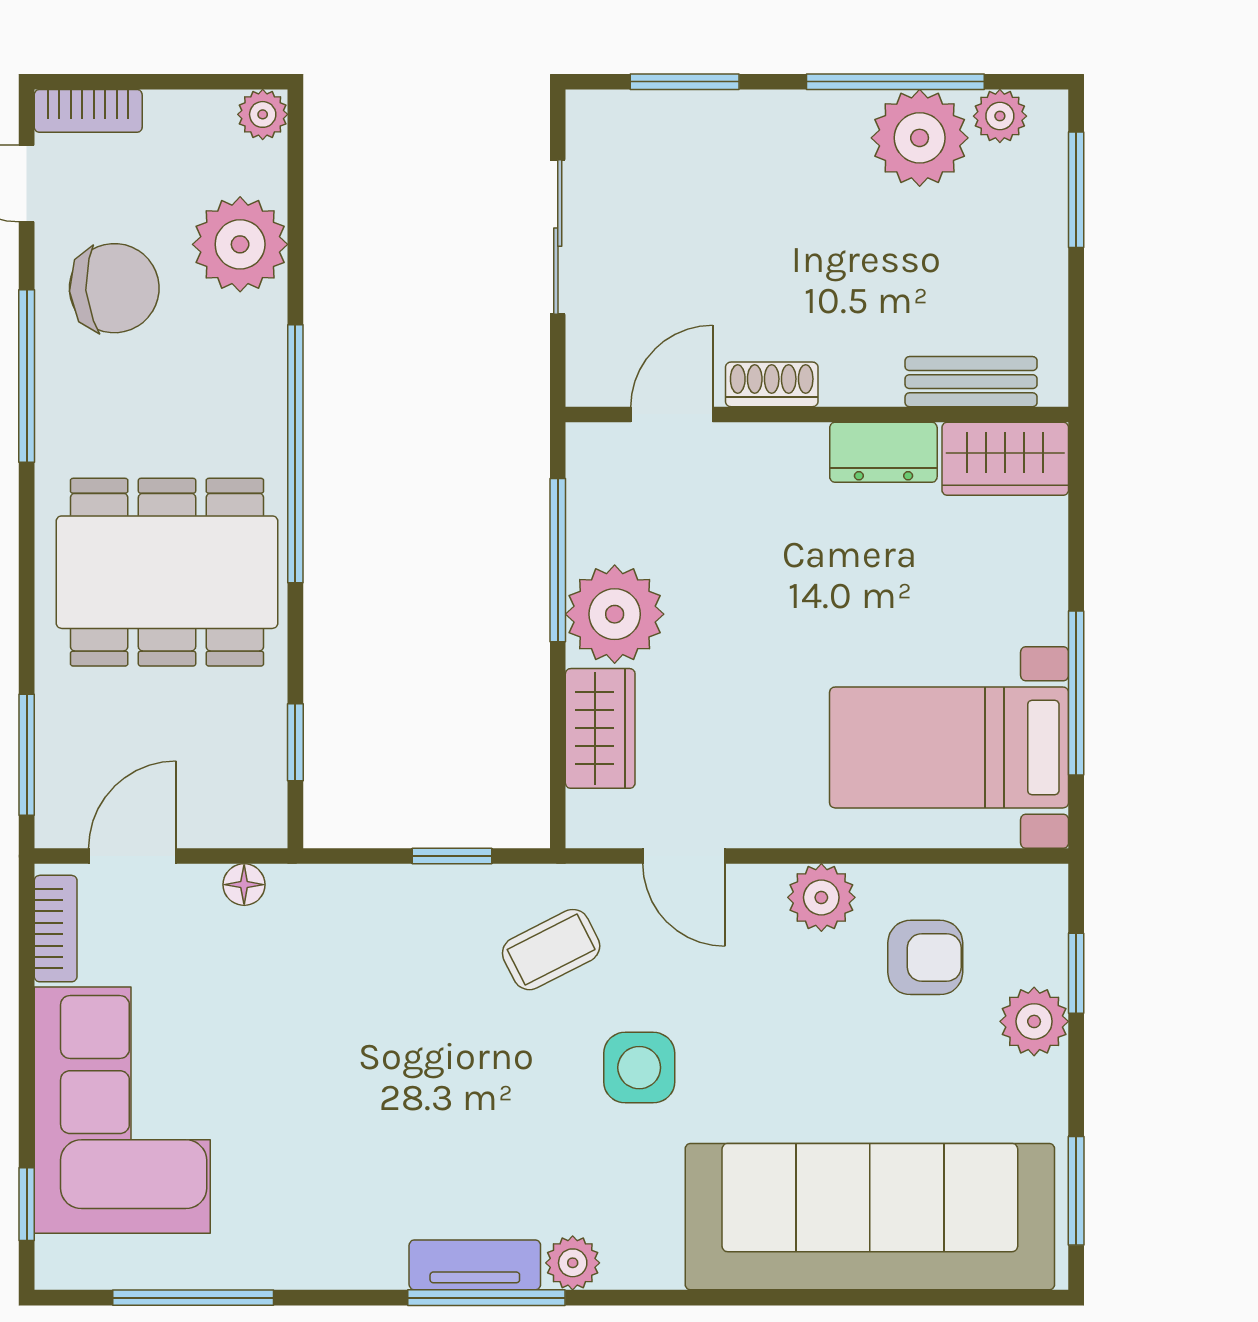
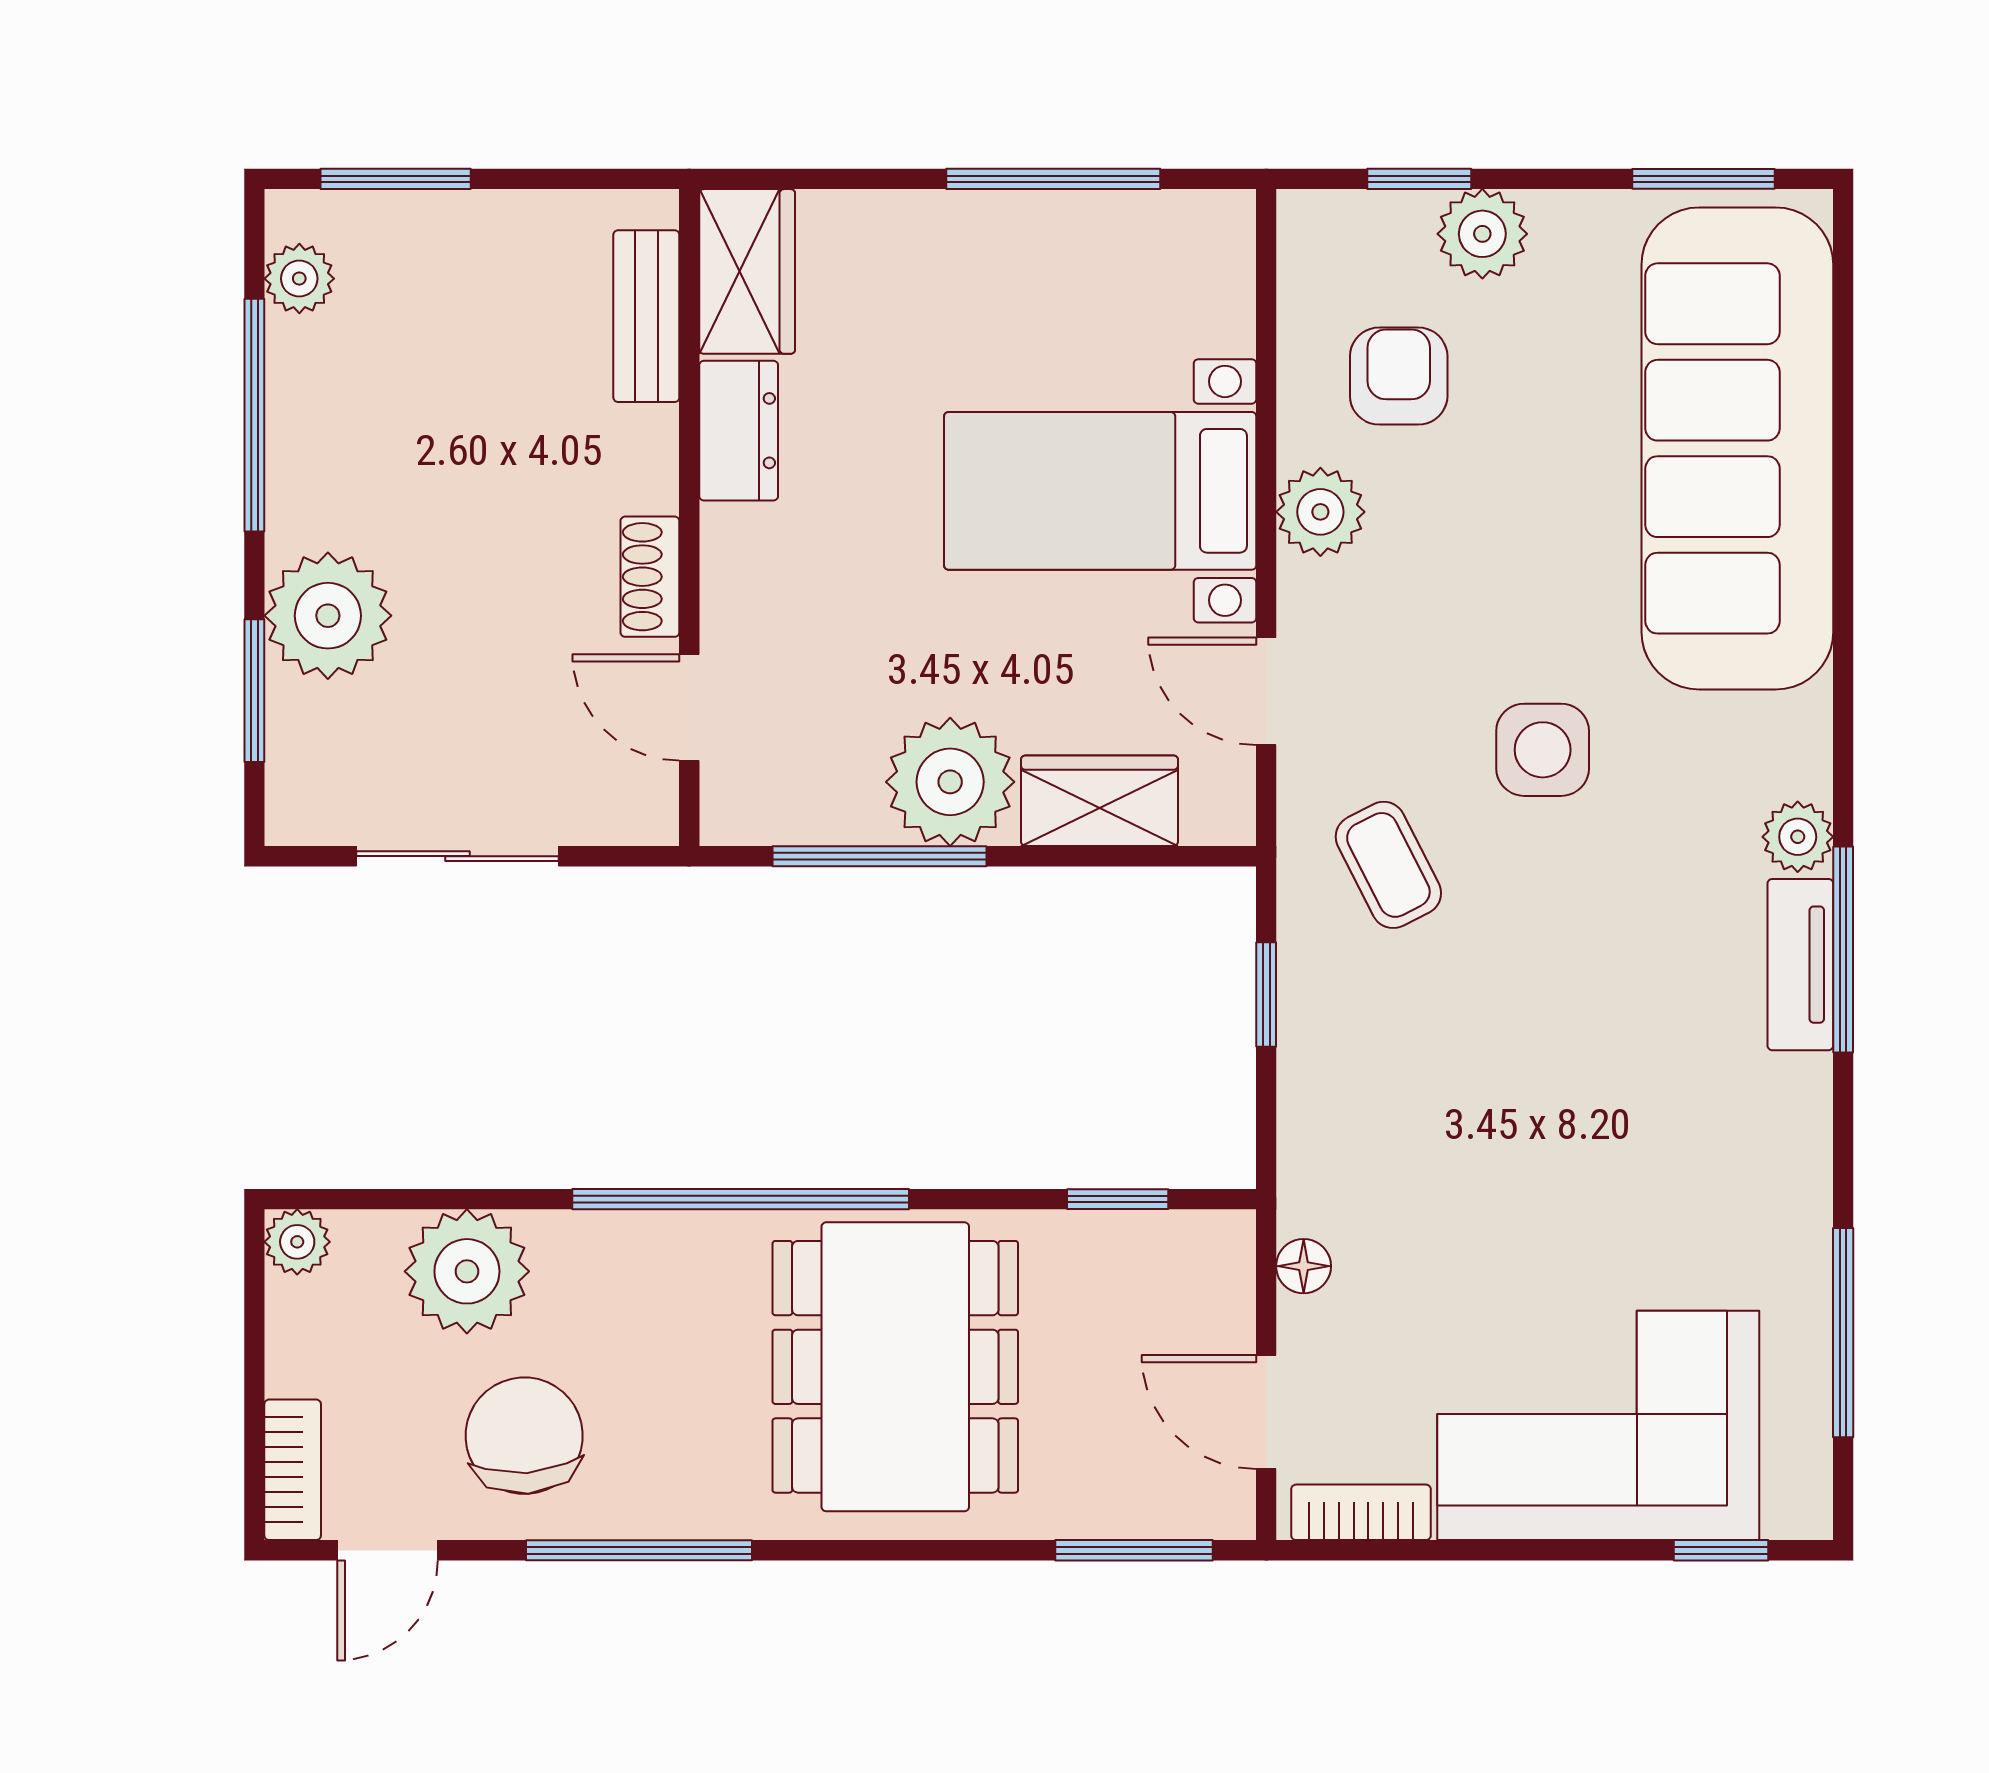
plant: (920, 138) -> (328, 616), moved
bed with nightstands: (949, 747) -> (1100, 491), moved, turned 90
door: (684, 856) -> (1266, 691), swing flipped

